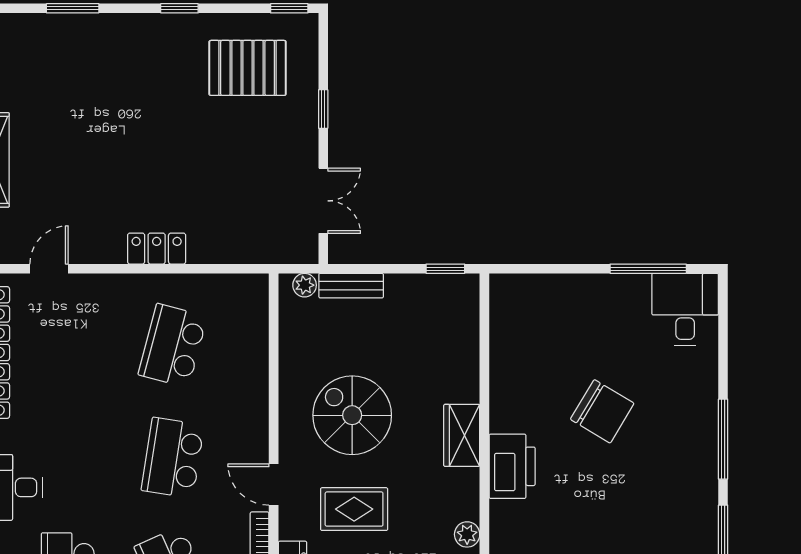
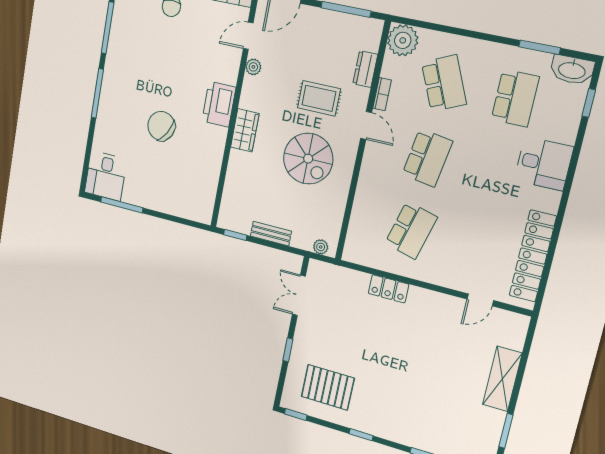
locker: (157, 249) -> (388, 289), moved
bench: (351, 286) -> (271, 234), moved

